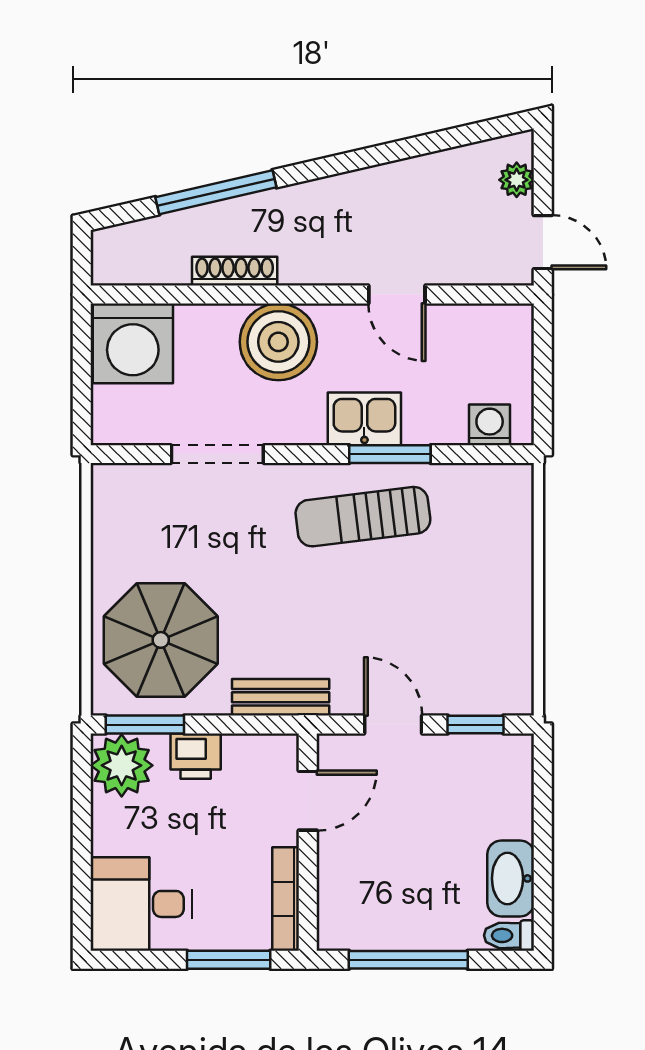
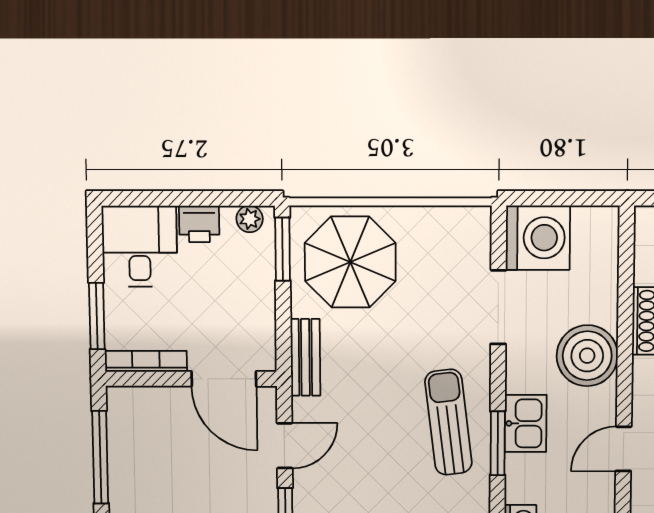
washing machine: (133, 343) -> (538, 238), moved, turned 180
printer: (196, 756) -> (199, 224), moved, turned -90
plant: (122, 765) -> (250, 219), width x0.53, depth x0.53
door: (308, 801) -> (224, 379), width x1.38

